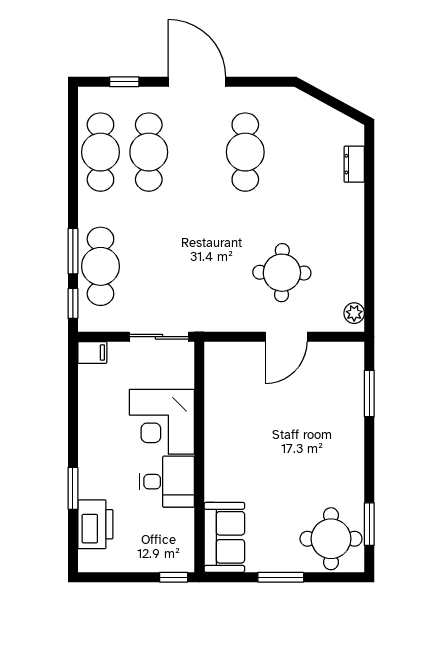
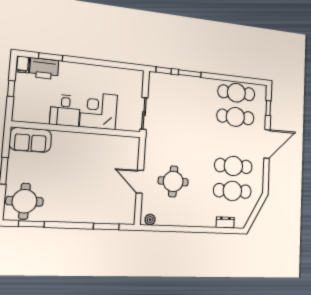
cafe table: (100, 266) -> (232, 191), moved
filing cabinet: (92, 352) -> (23, 64), moved
window: (73, 488) -> (51, 57), moved
window: (174, 577) -> (11, 88), moved

